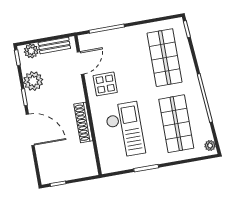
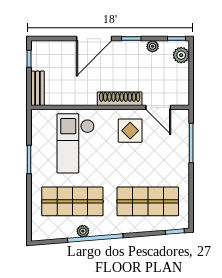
bench: (54, 45) -> (38, 88), moved
plant: (33, 81) -> (153, 46), width x0.53, depth x0.53
shoe rack: (83, 122) -> (120, 99), moved
checkout: (125, 130) -> (76, 143), turned 90
plant: (210, 146) -> (83, 231), moved

